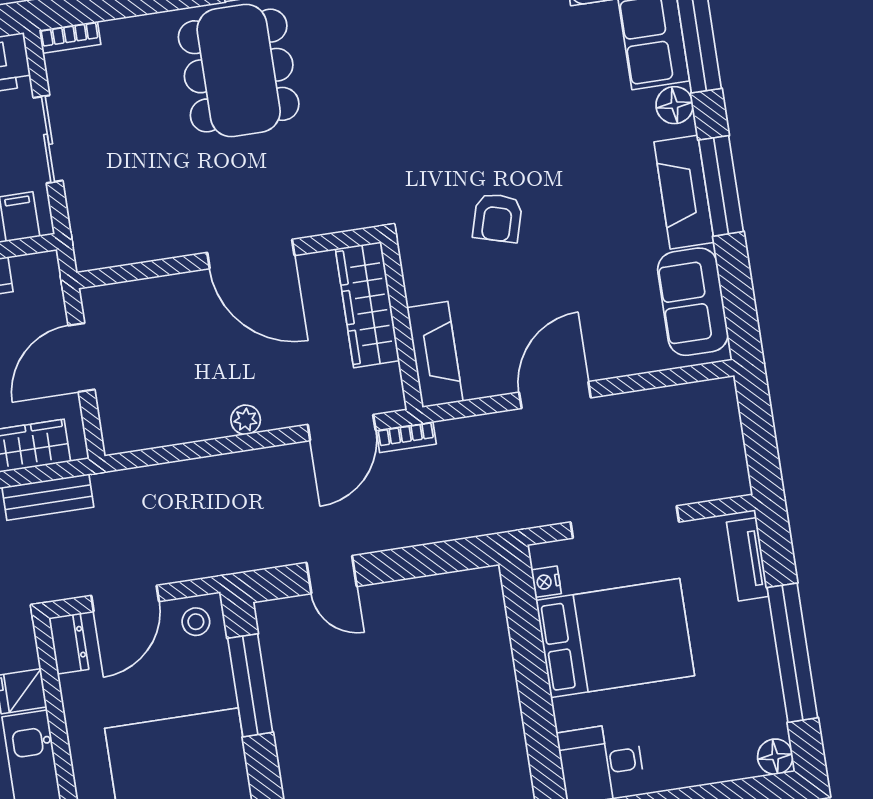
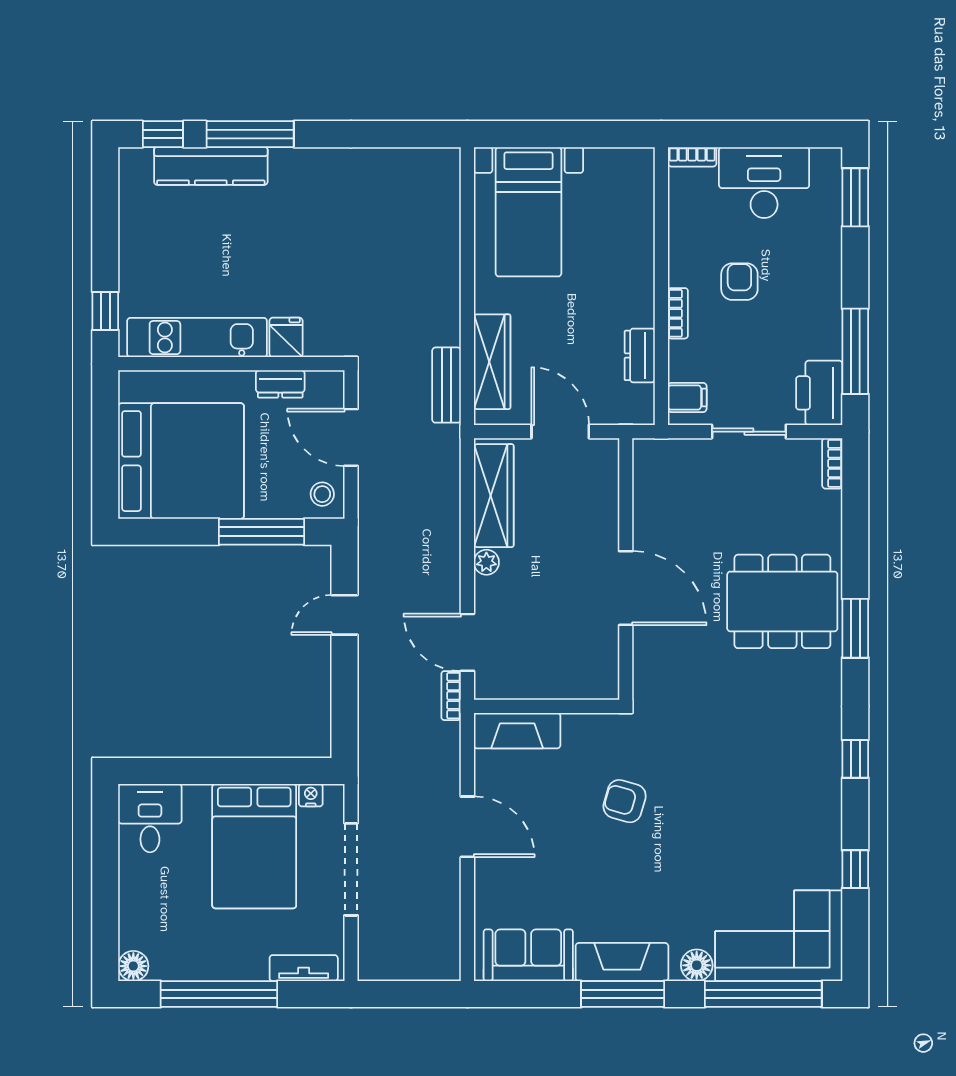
door: (251, 254) -> (626, 588), swing flipped
wardrobe: (367, 305) -> (494, 496), moved, turned 90
dresser: (69, 644) -> (280, 384), moved

